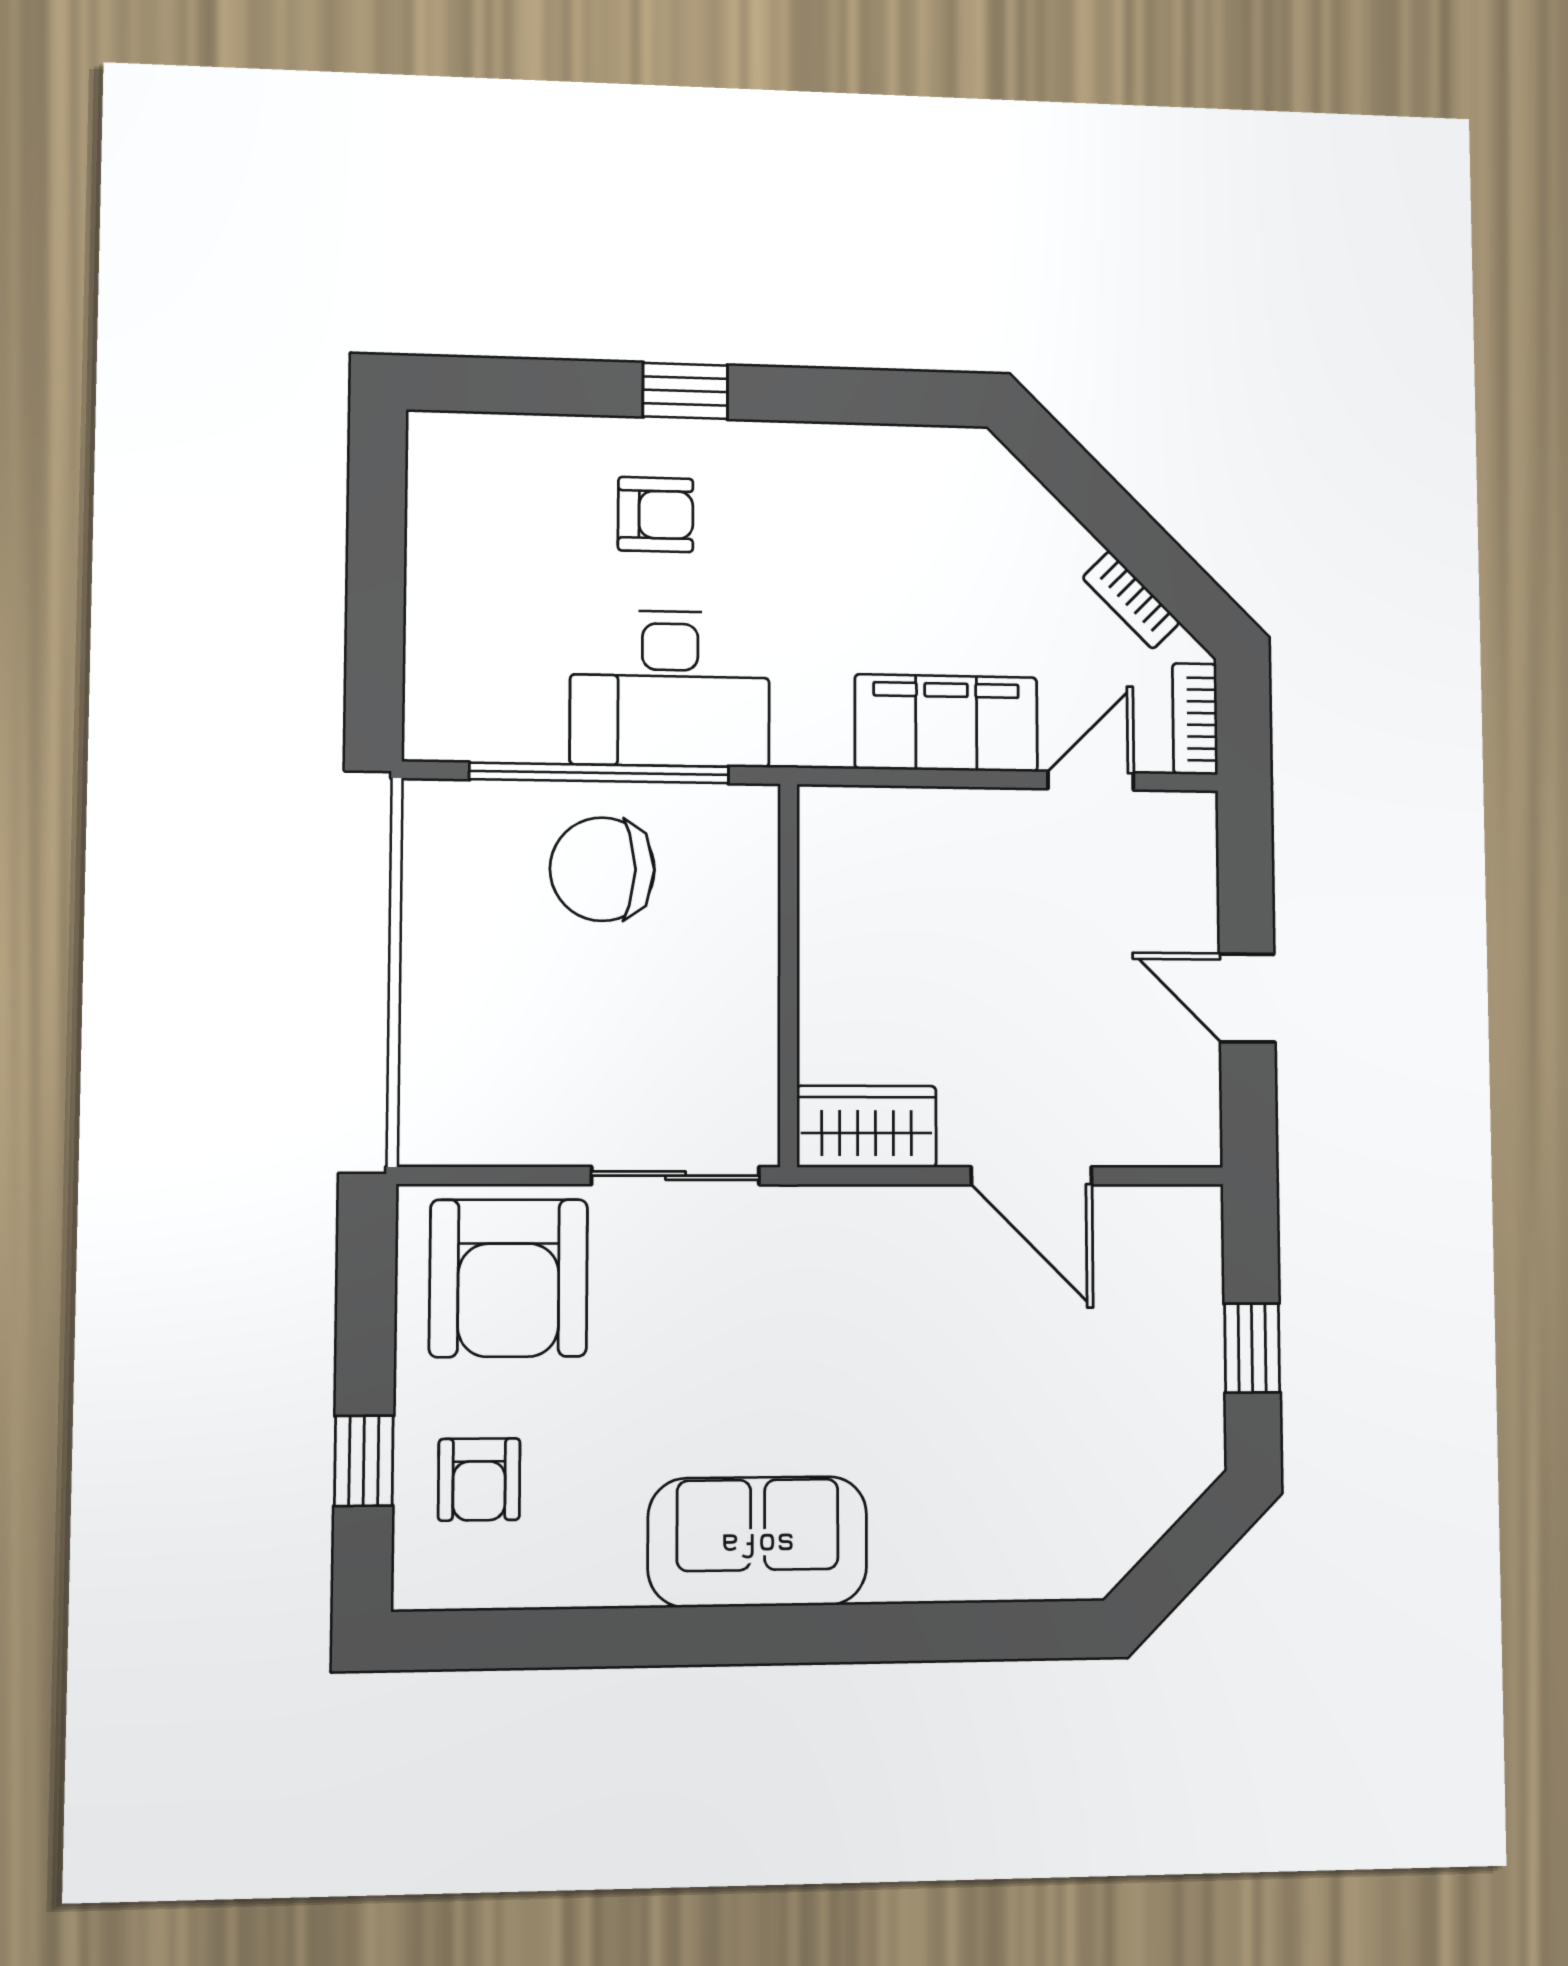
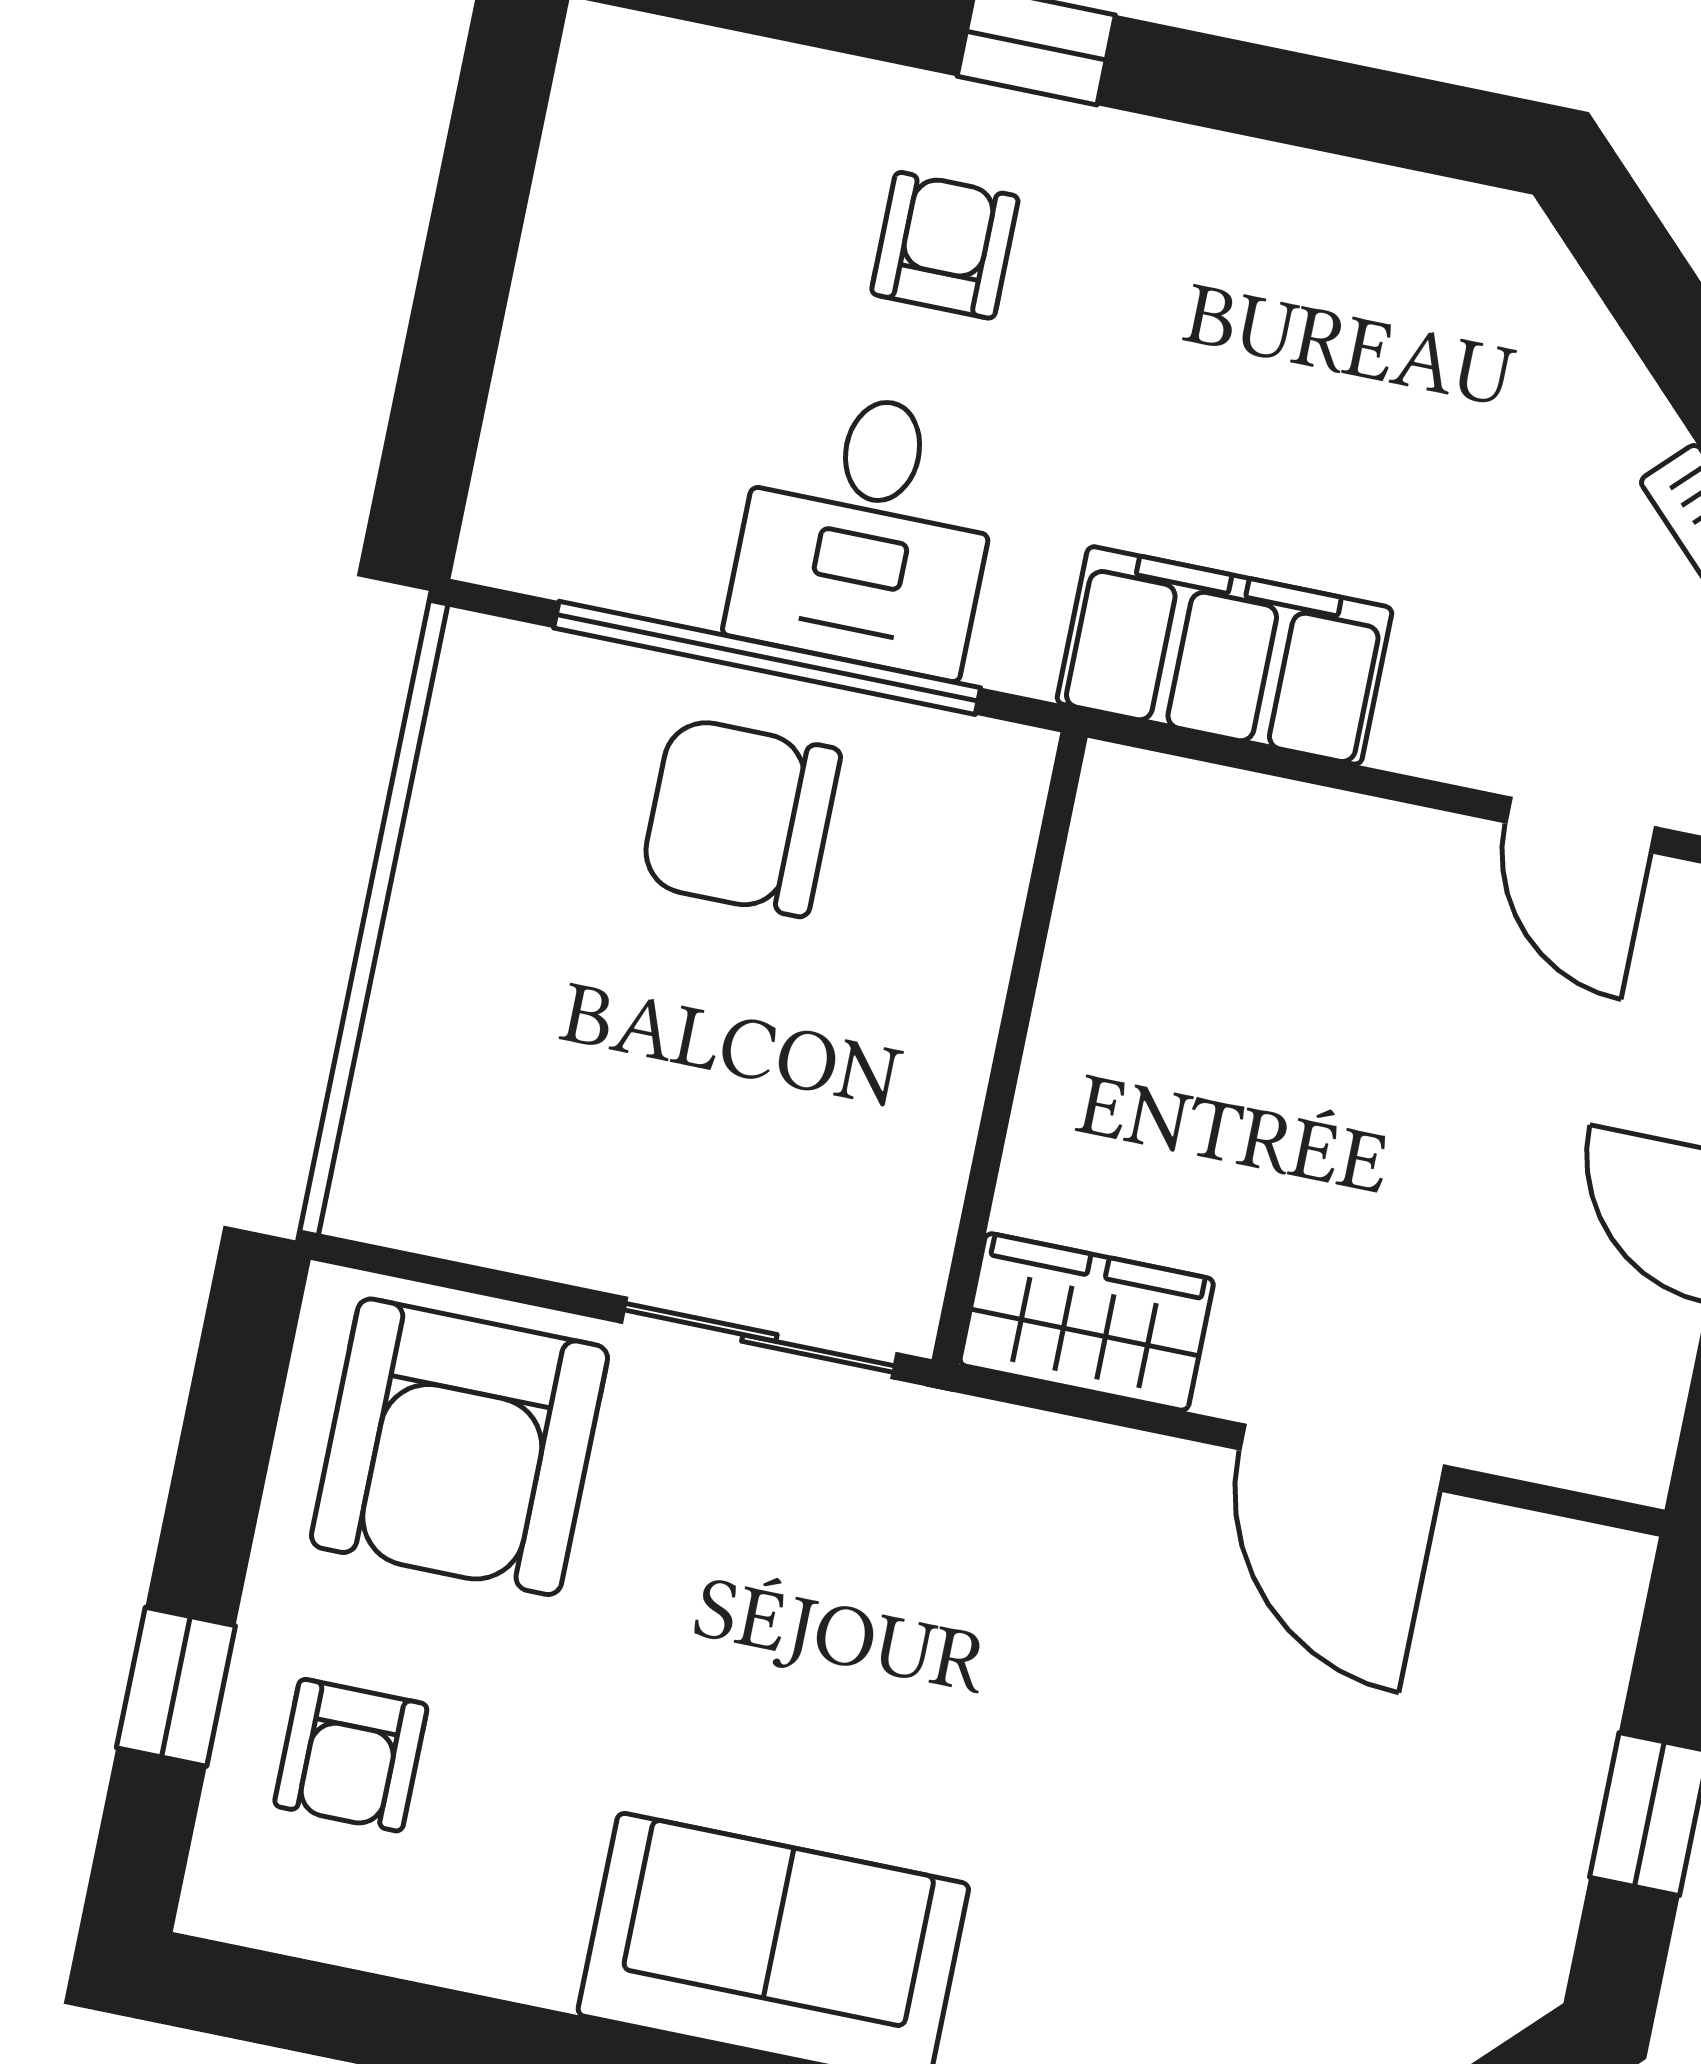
armchair: (656, 515) -> (945, 245), turned -90
desk: (670, 689) -> (866, 531), width x0.73
filing cabinet: (946, 723) -> (1225, 655), moved
door: (1091, 781) -> (1581, 825), swing flipped

